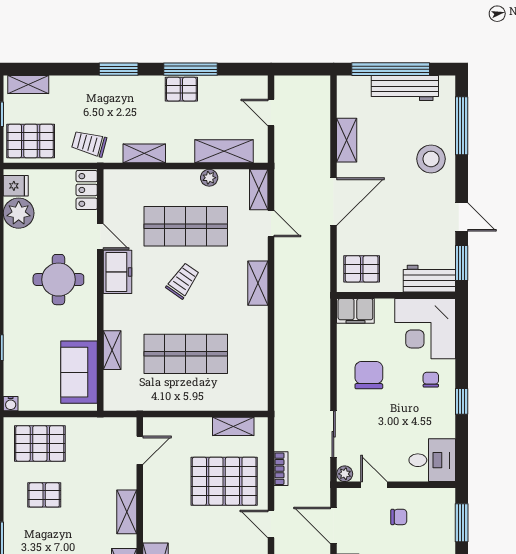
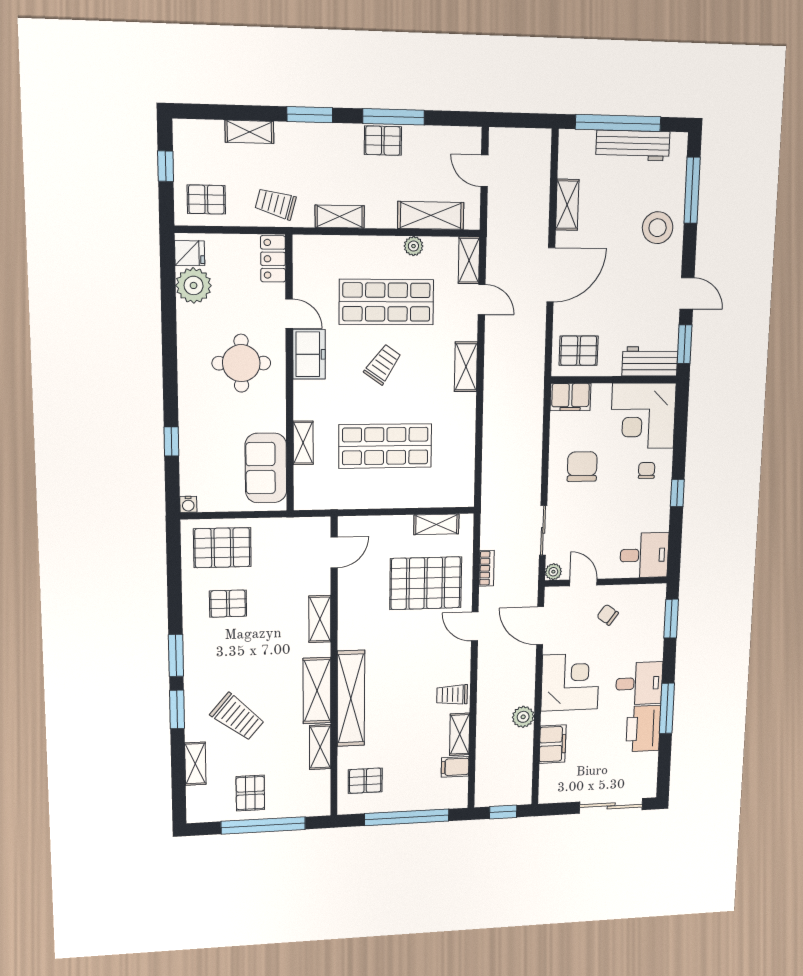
shelving: (28, 85) -> (249, 132), moved
pallet: (31, 141) -> (206, 199), width x0.67, depth x0.71
chair: (399, 517) -> (608, 615), turned -144

